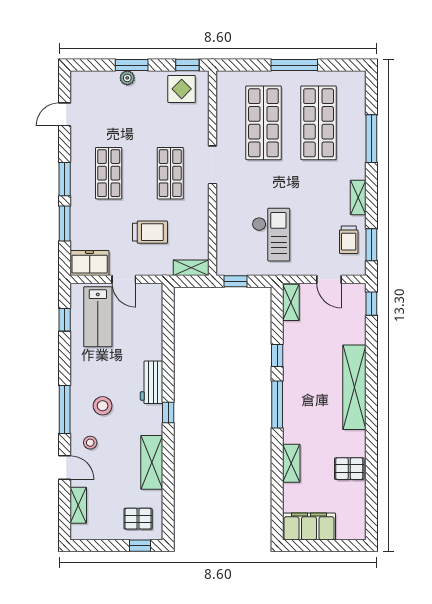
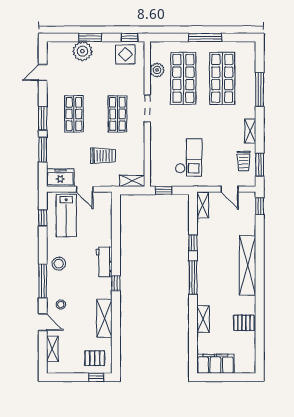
plant: (127, 78) -> (82, 51), width x1.88, depth x1.88
plant: (226, 111) -> (157, 70), added
stool: (103, 406) -> (59, 264), moved

